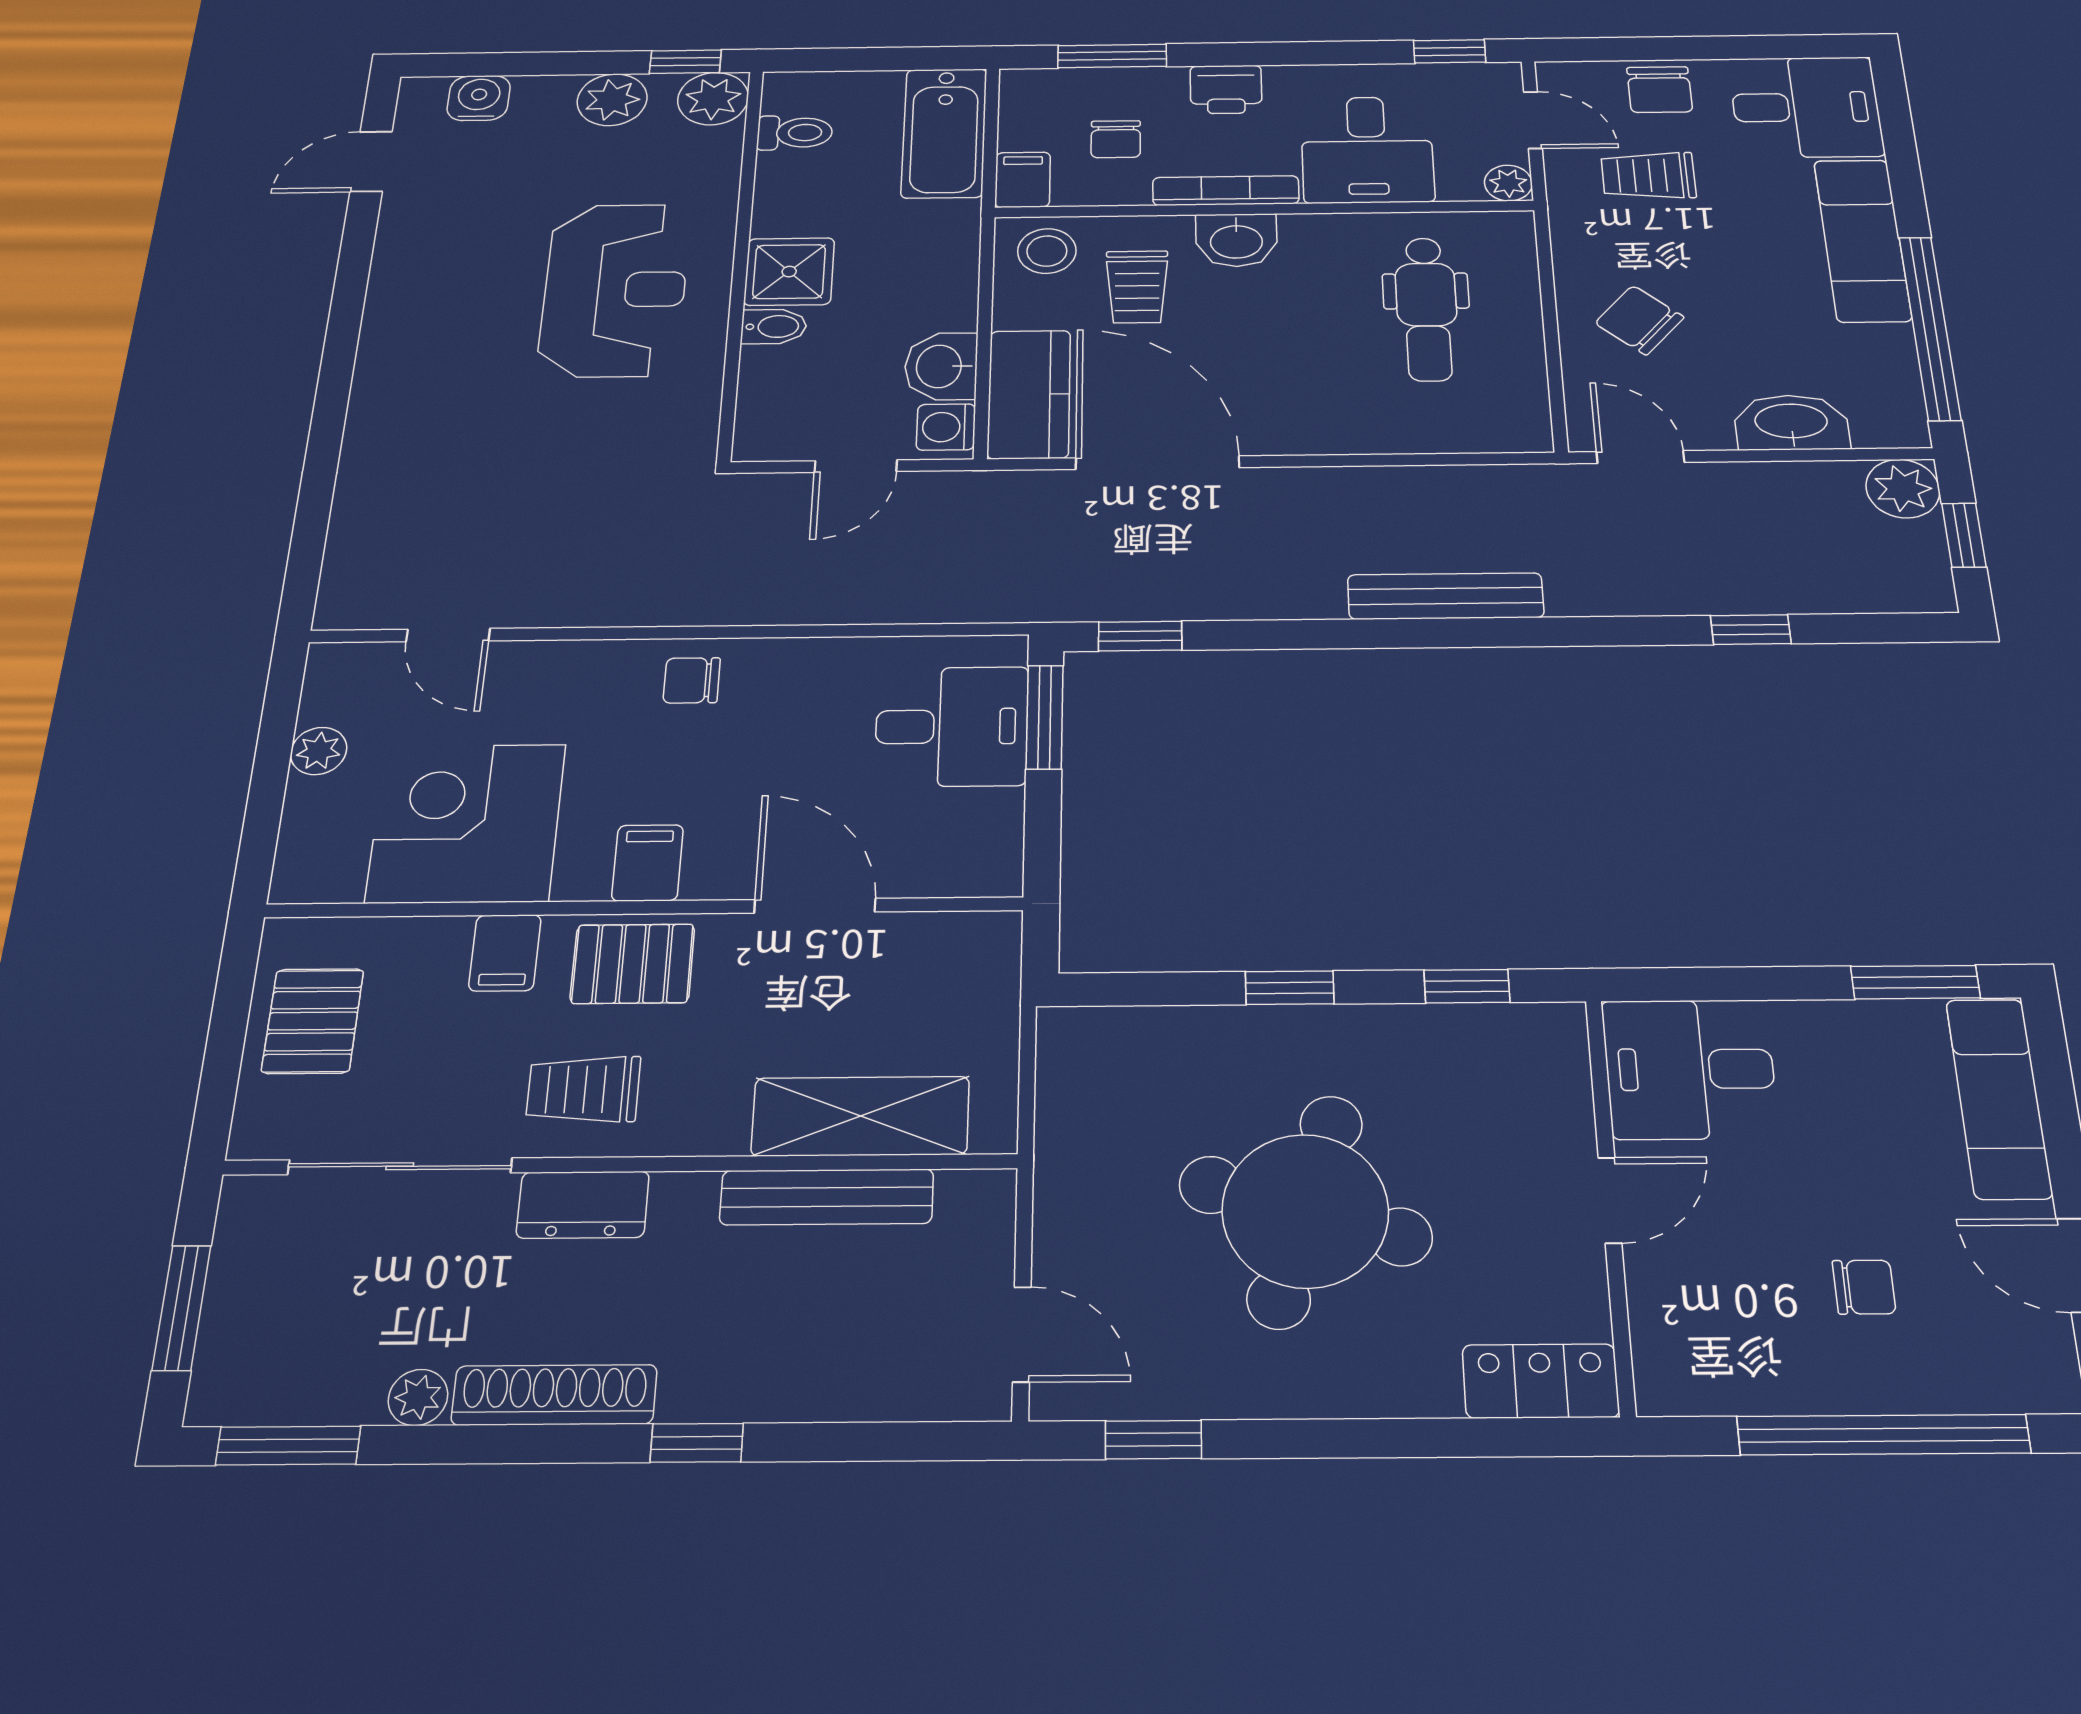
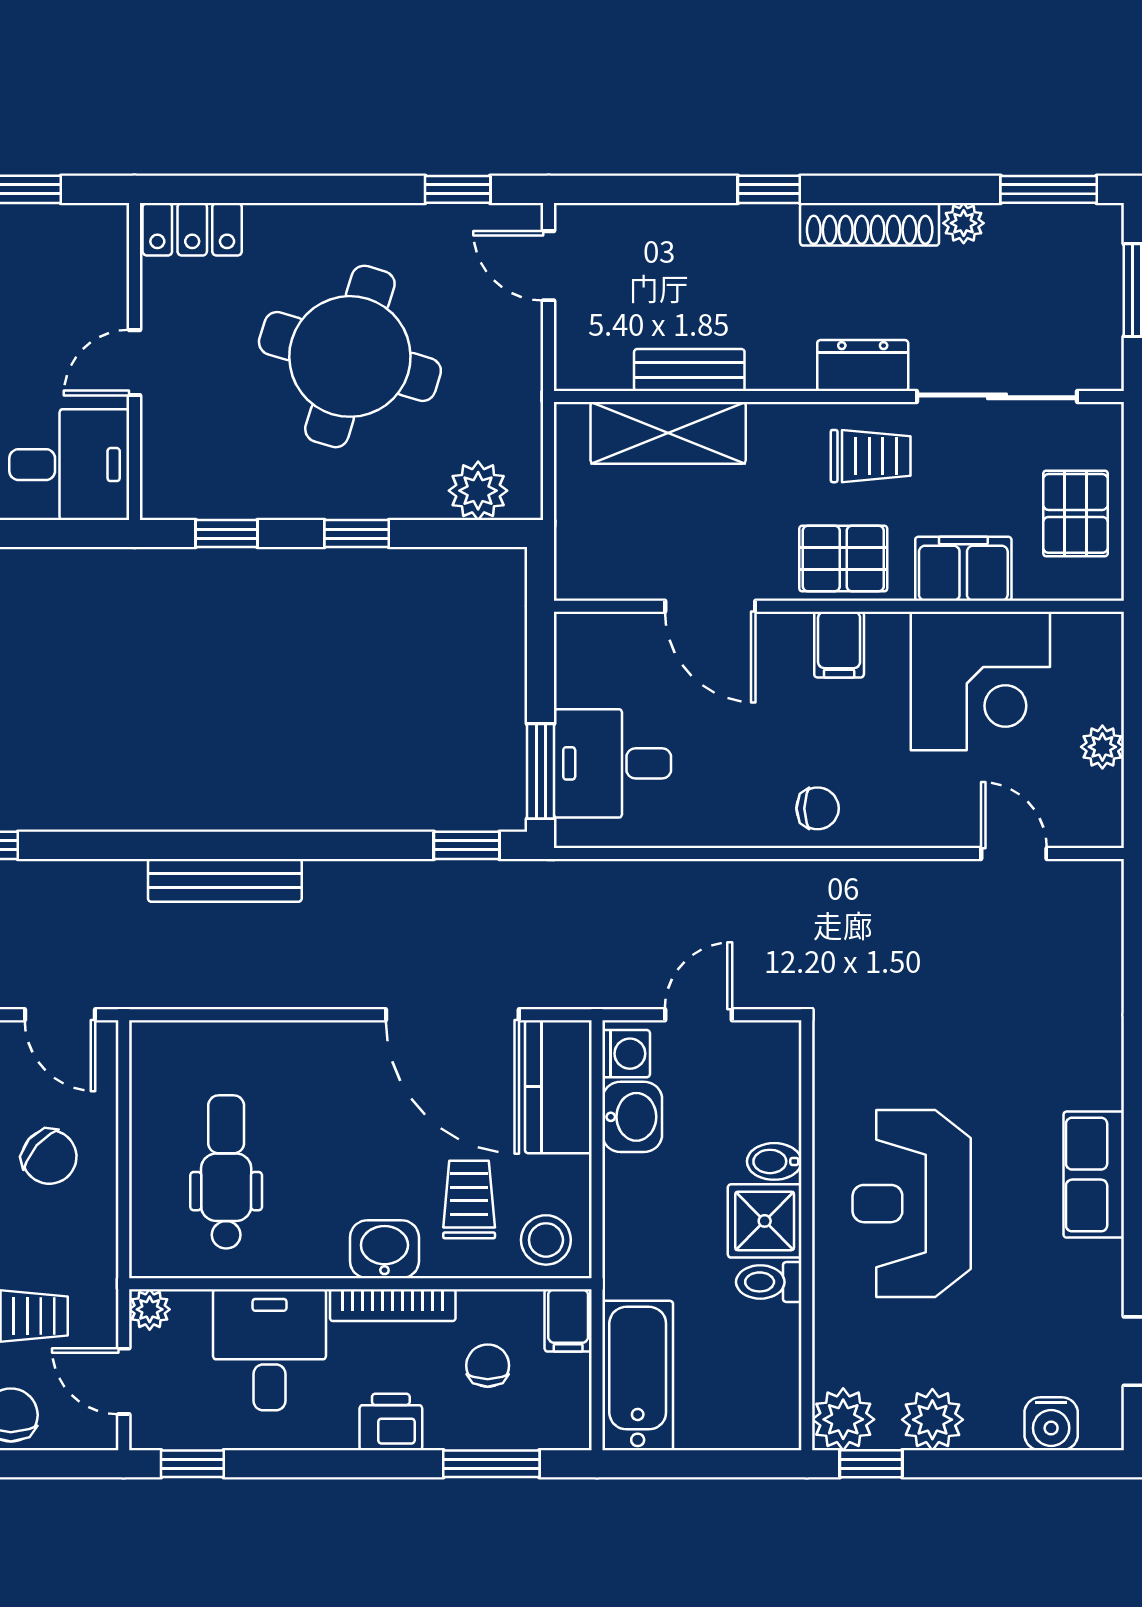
toilet: (795, 133) -> (769, 1282), moved
row of seats: (396, 319) -> (1094, 1175), added
filing cabinet: (505, 953) -> (963, 569), width x2.00
plant: (1124, 1042) -> (478, 491), added
bench: (827, 1197) -> (689, 370), width x0.73

